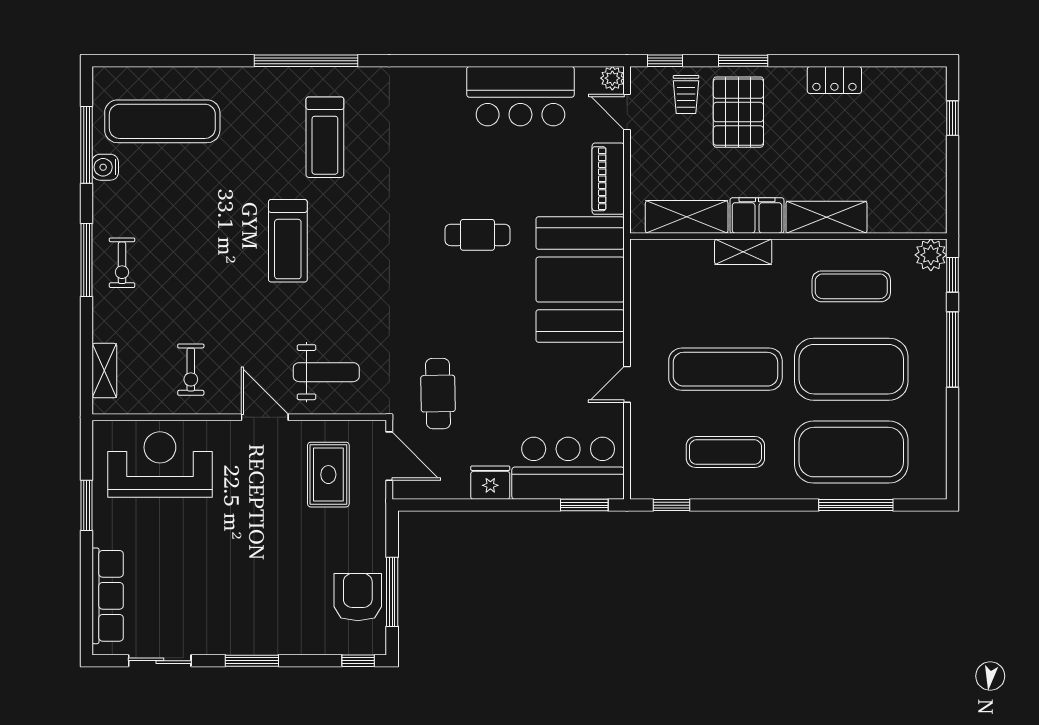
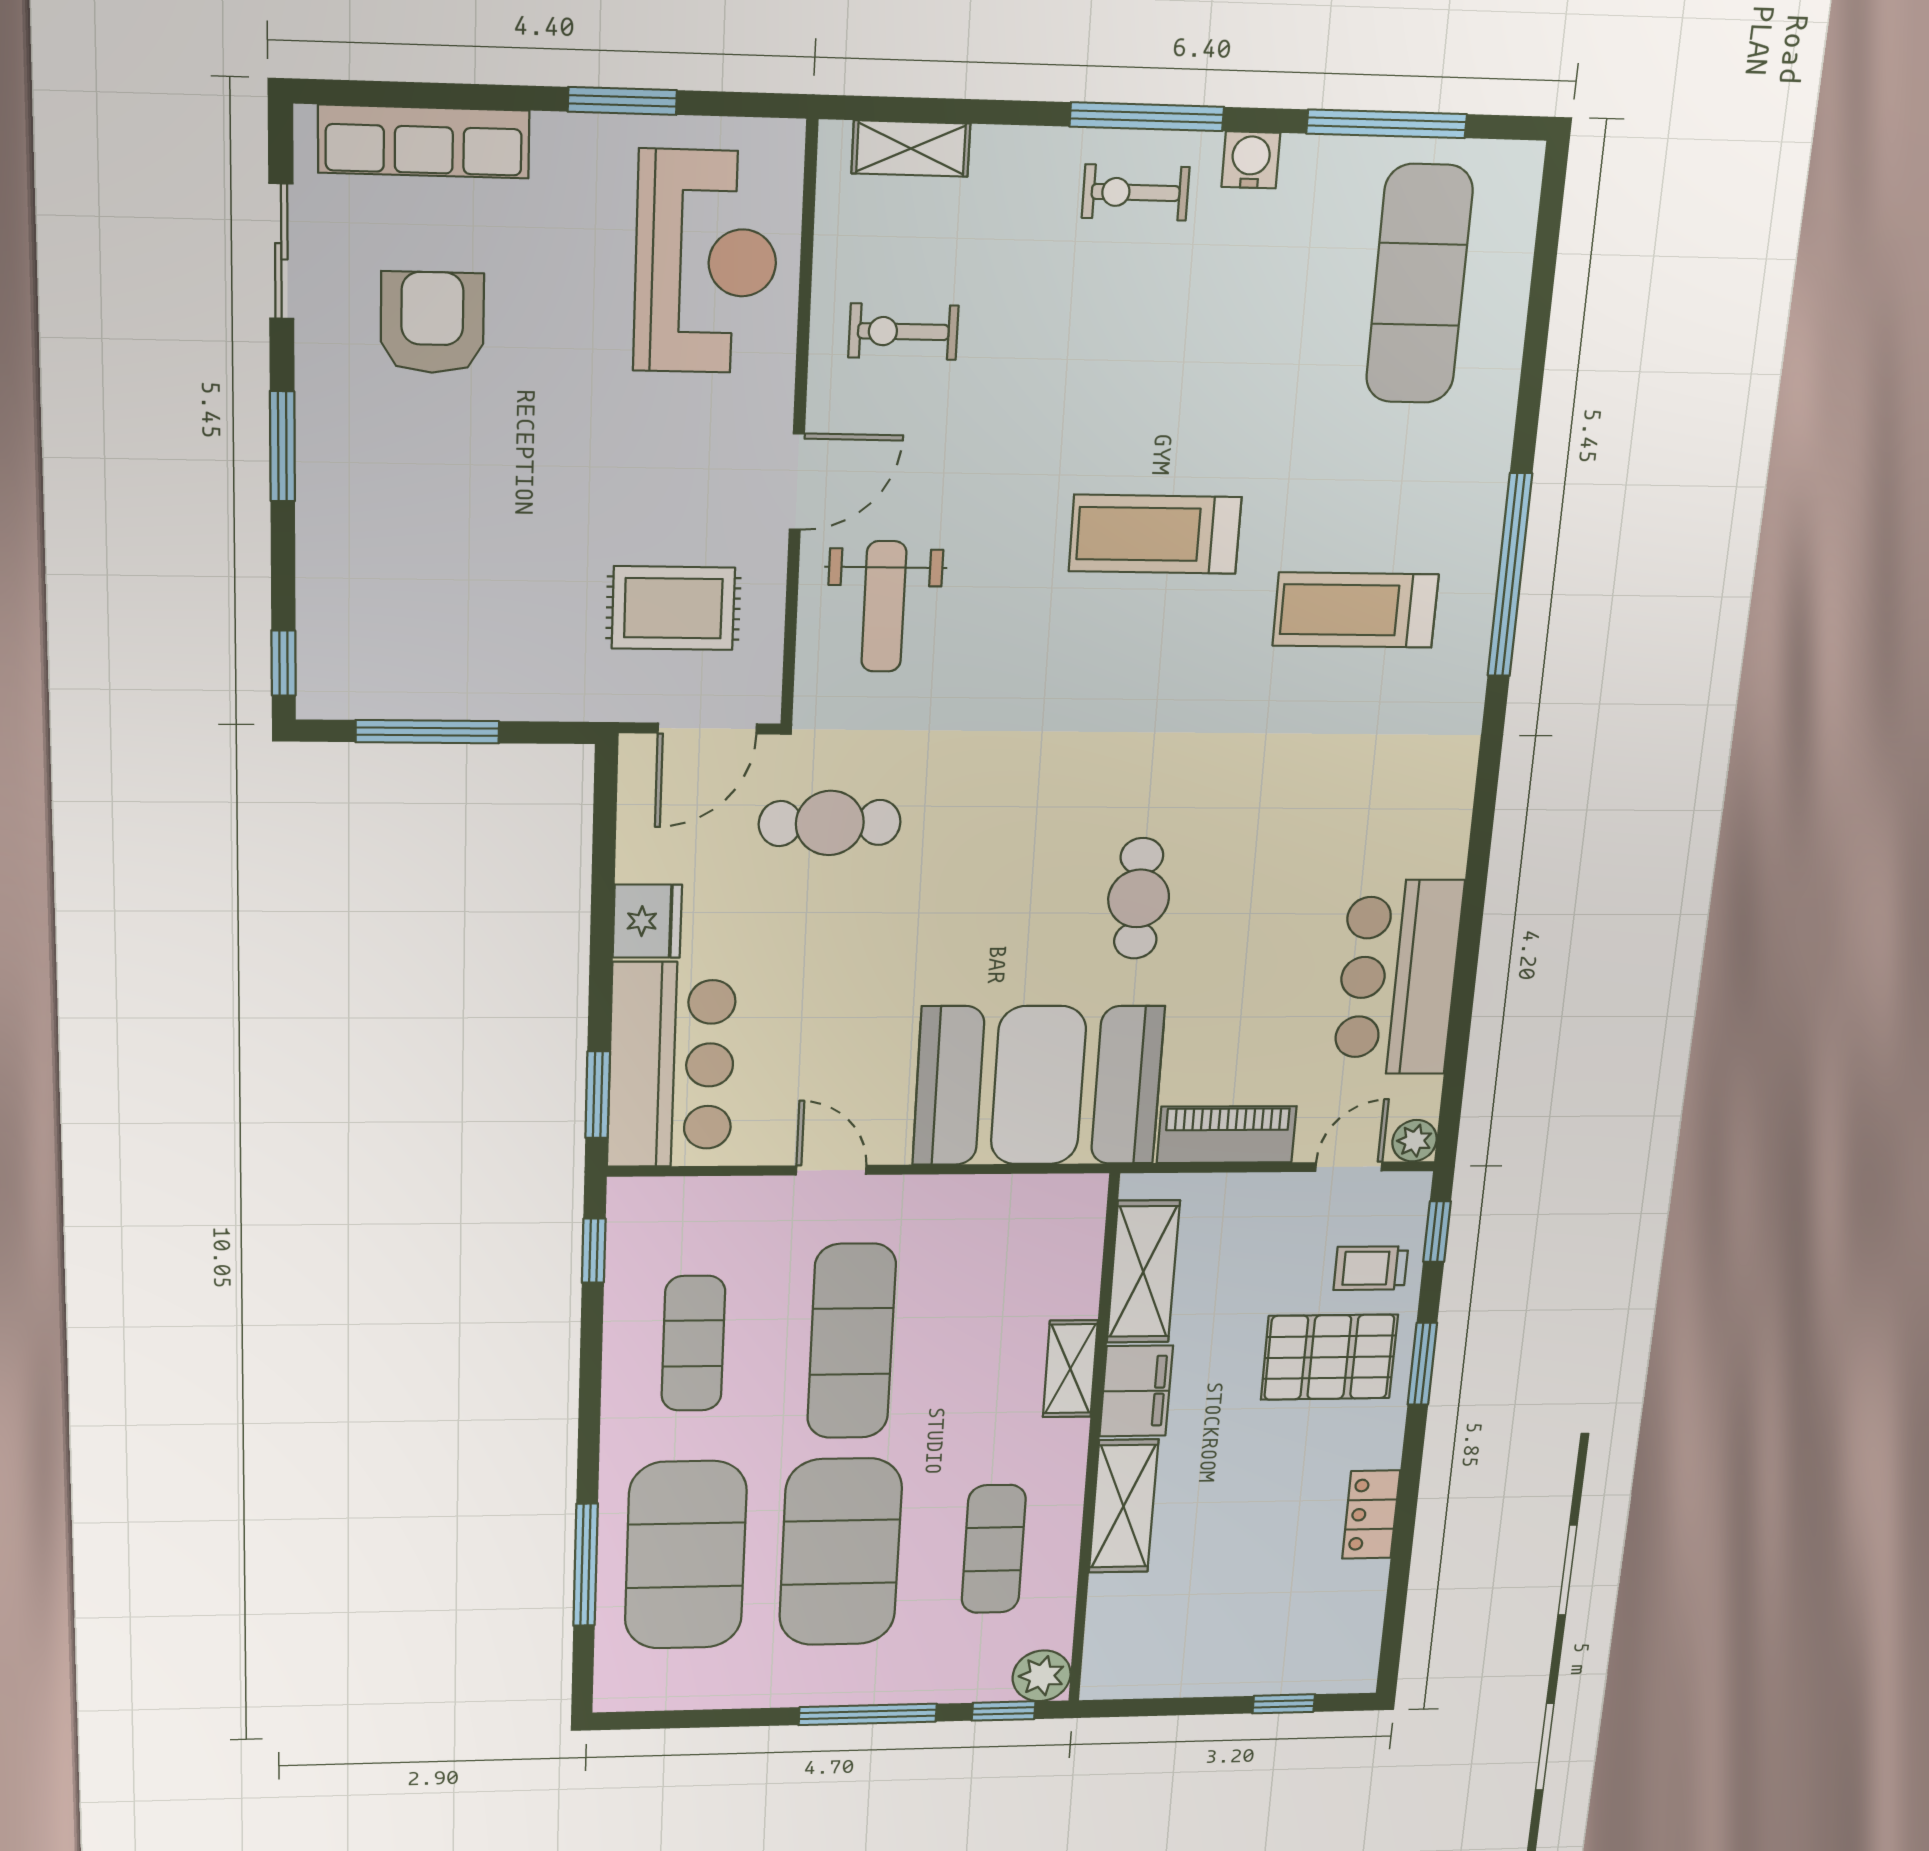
water cooler: (105, 167) -> (1251, 160), moved
armchair: (358, 597) -> (432, 323), moved, turned -90

